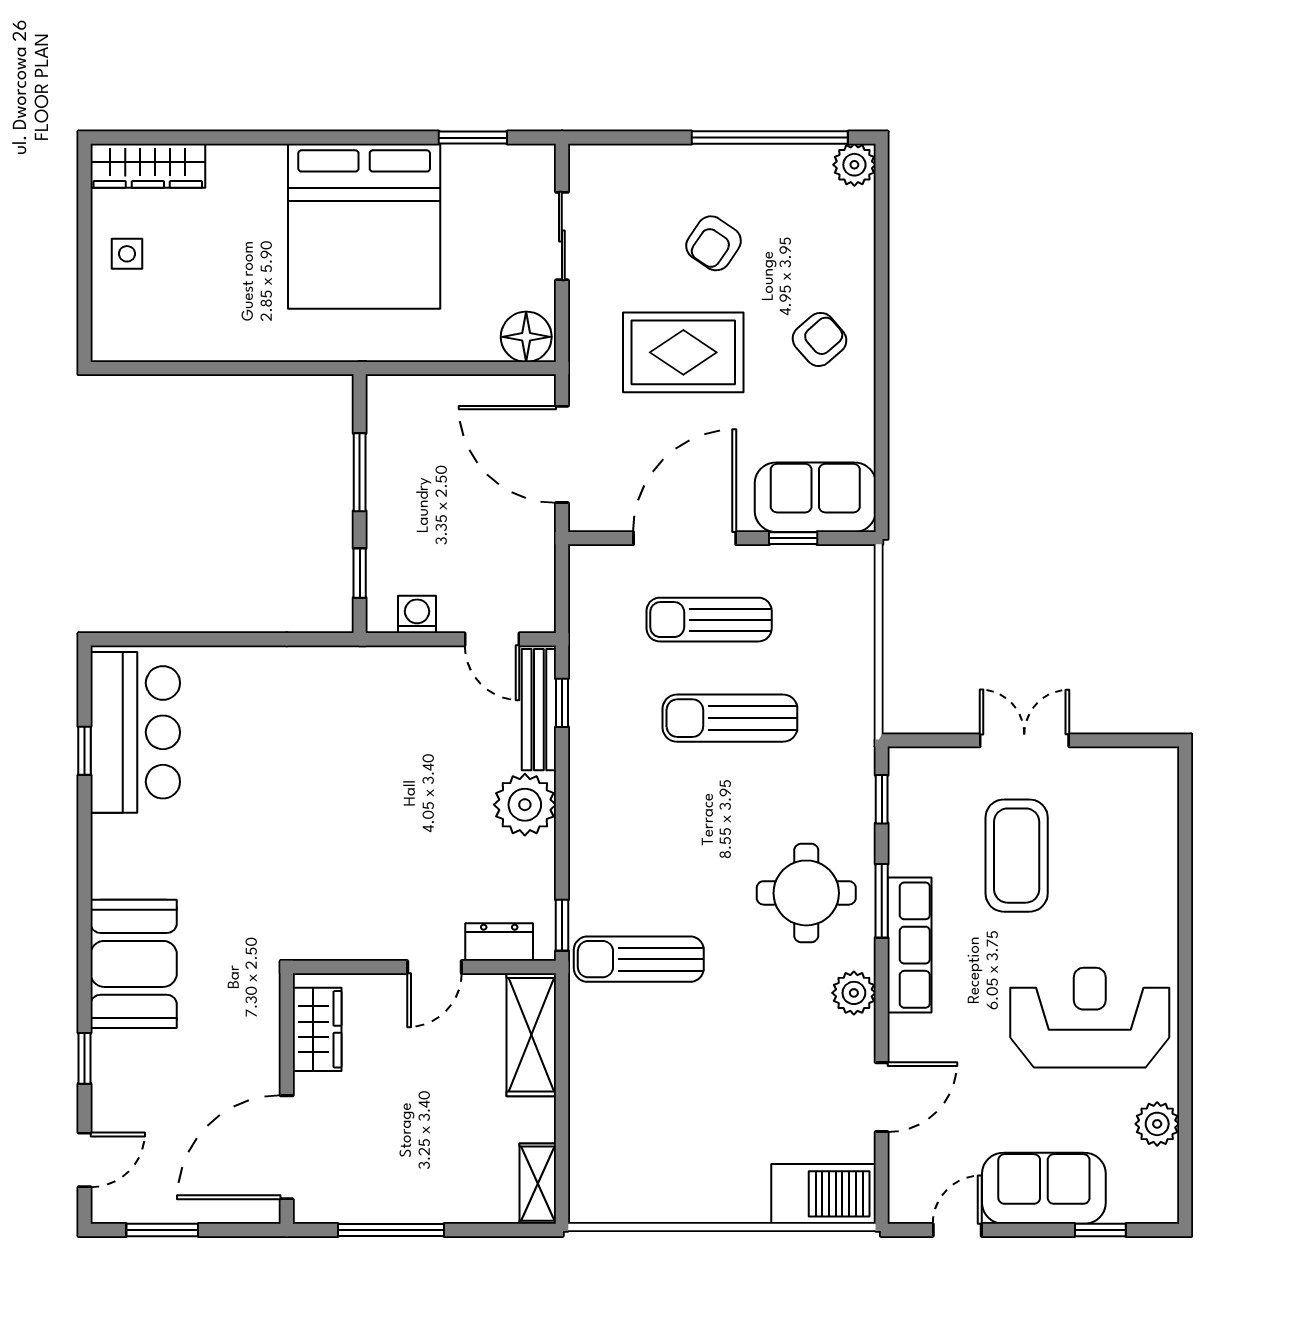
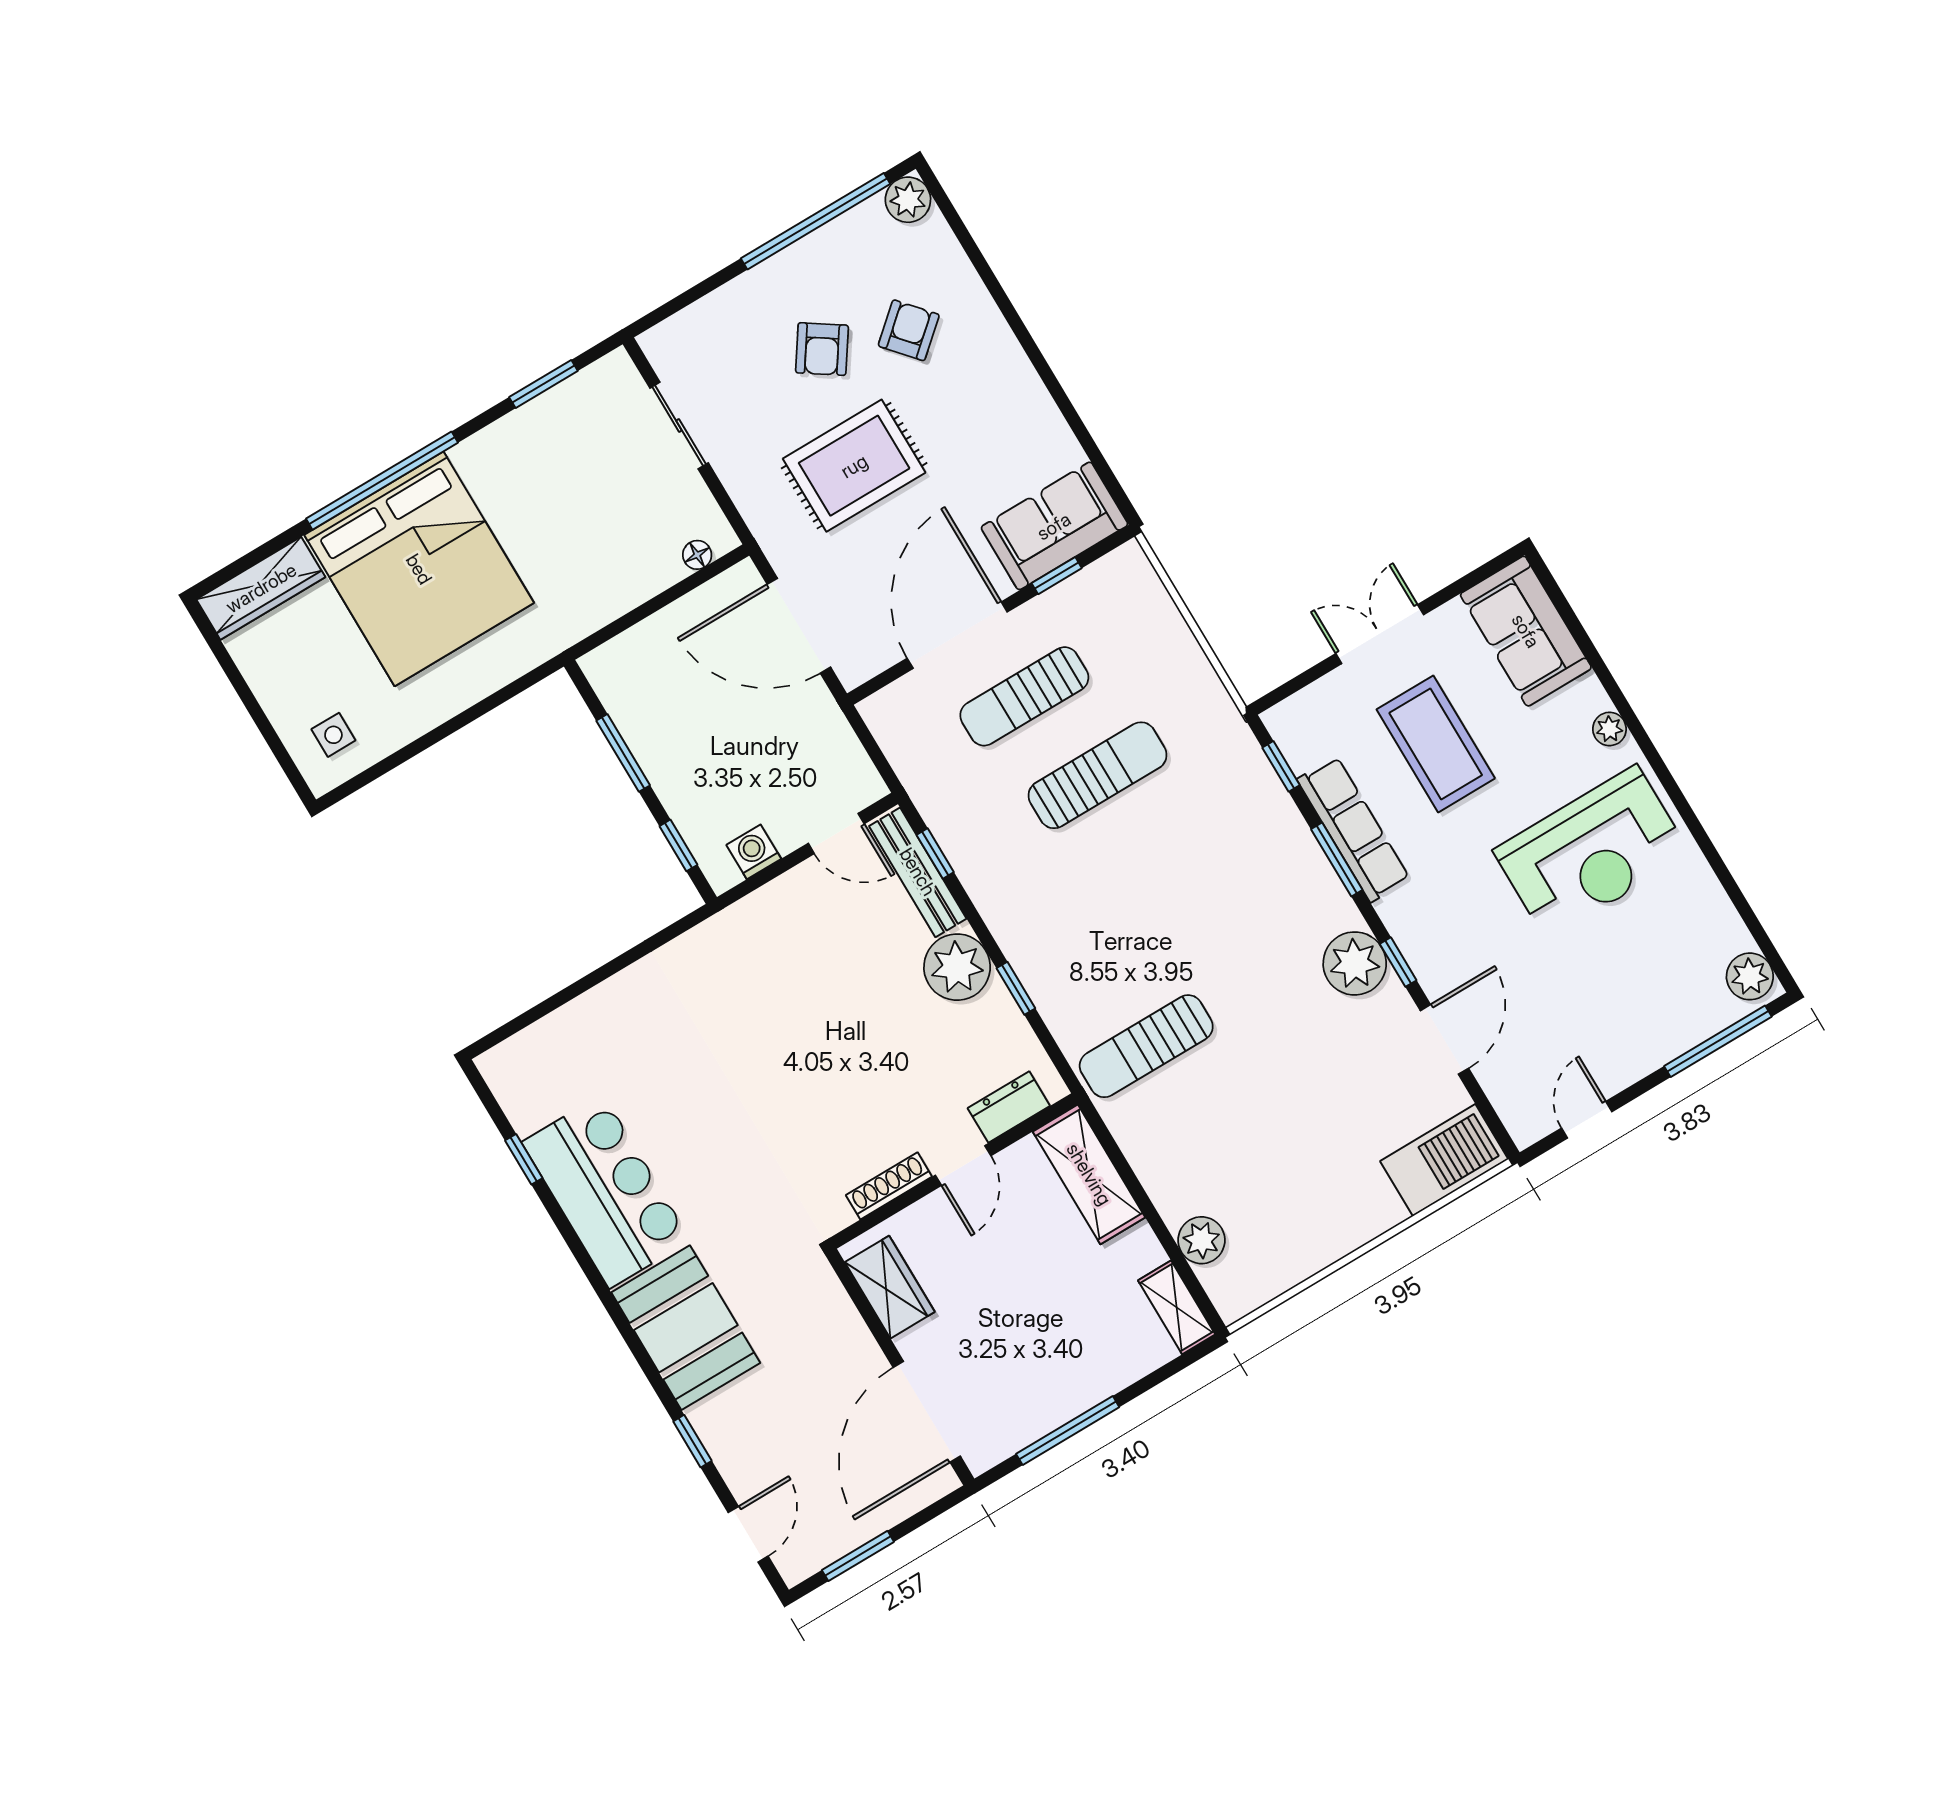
window: (297, 138) -> (382, 481), added
bed: (364, 226) -> (419, 569), moved
side table: (127, 254) -> (333, 735), moved
floor lamp: (526, 337) -> (697, 555), width x0.53, depth x0.53
armchair: (820, 339) -> (909, 330), moved
sun lounger: (730, 718) -> (1098, 775), turned 180
bar counter: (135, 732) -> (606, 1191), moved
round table: (806, 893) -> (1263, 894), removed
window: (562, 925) -> (1016, 988), moved
plant: (1163, 927) -> (1609, 729), added
row of seats: (910, 945) -> (1353, 829), moved
shoe rack: (365, 948) -> (889, 1186), added
plant: (854, 993) -> (1355, 963), width x1.36, depth x1.36
window: (882, 1013) -> (1398, 962), added
reception desk: (1090, 1018) -> (1592, 852), turned 180
plant: (1157, 1124) -> (1750, 976), moved
plant: (590, 1142) -> (1201, 1240), added
sofa: (1044, 1188) -> (1526, 631), moved, turned -90
window: (1100, 1230) -> (1718, 1041), width x2.17

